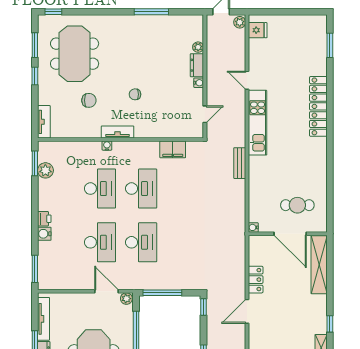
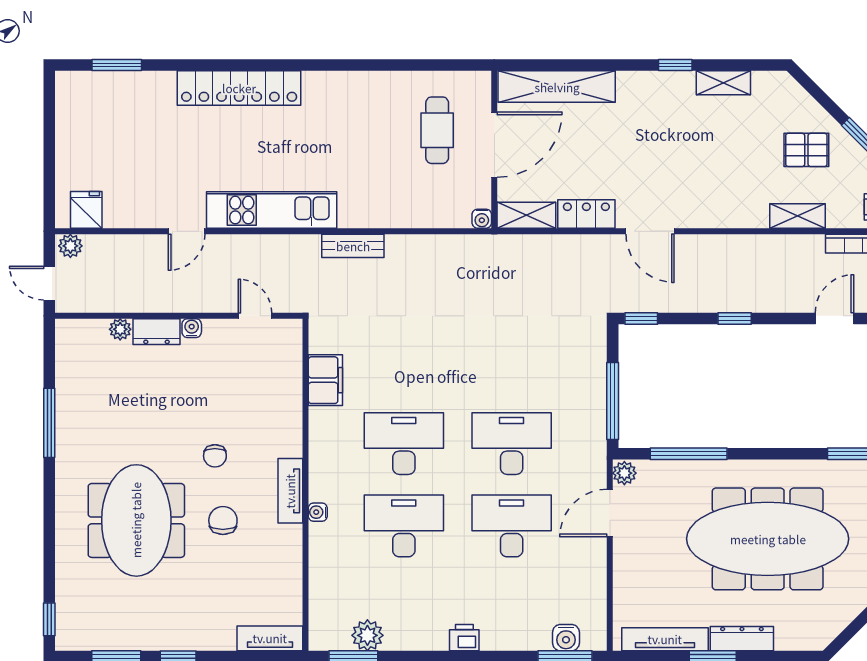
meeting table: (75, 54) -> (136, 520), moved, turned 90
chair: (89, 100) -> (223, 520), moved
water cooler: (44, 234) -> (566, 638), moved
shelving: (255, 250) -> (526, 215), added

